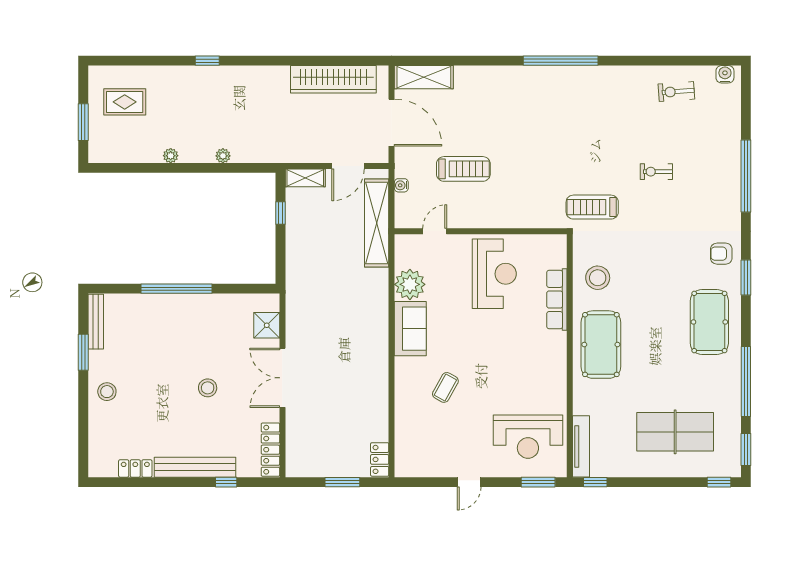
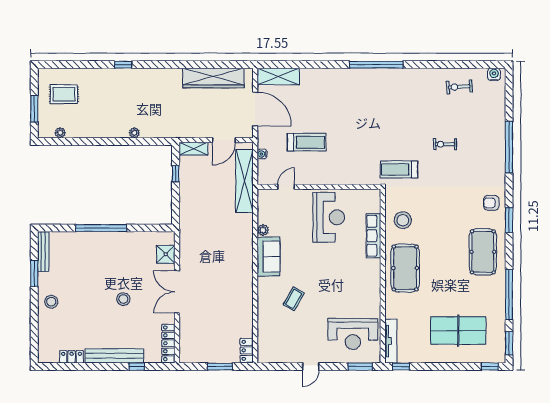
plant: (171, 156) -> (60, 133), moved
plant: (410, 284) -> (263, 230), width x0.53, depth x0.53

